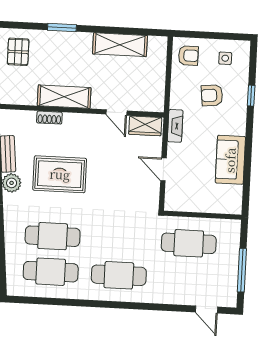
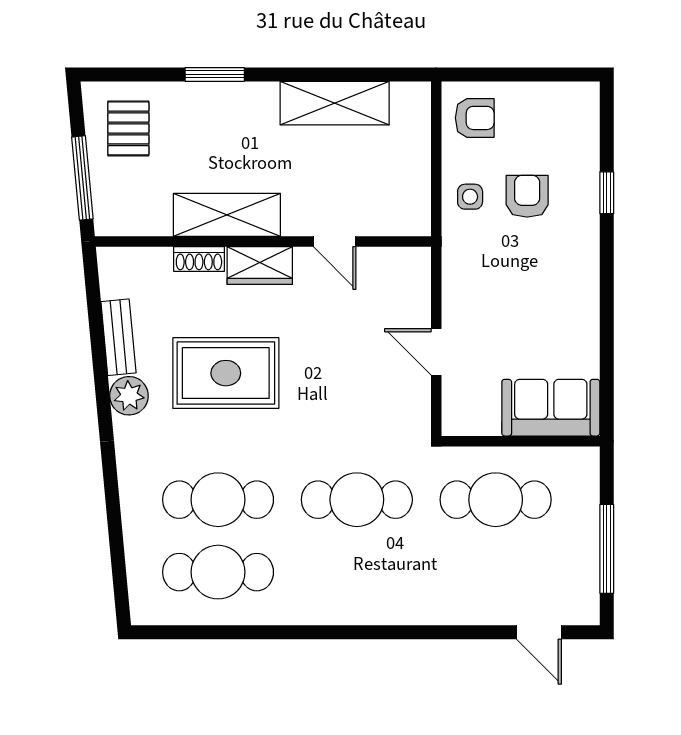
side table: (225, 58) -> (470, 197), moved
armchair: (212, 95) -> (527, 196), turned 96
wardrobe: (145, 126) -> (260, 266), moved
fireplace: (175, 126) -> (456, 262), removed
sofa: (230, 160) -> (551, 408), moved, turned 90
cafe table: (119, 275) -> (357, 500), moved

